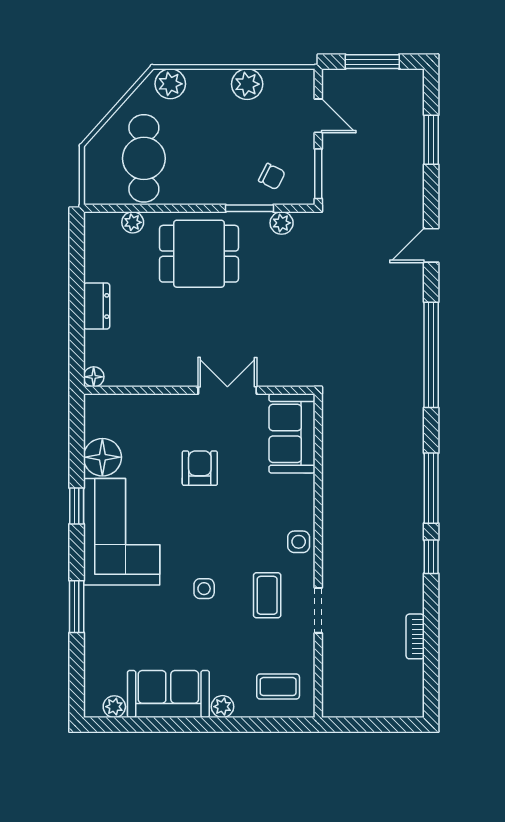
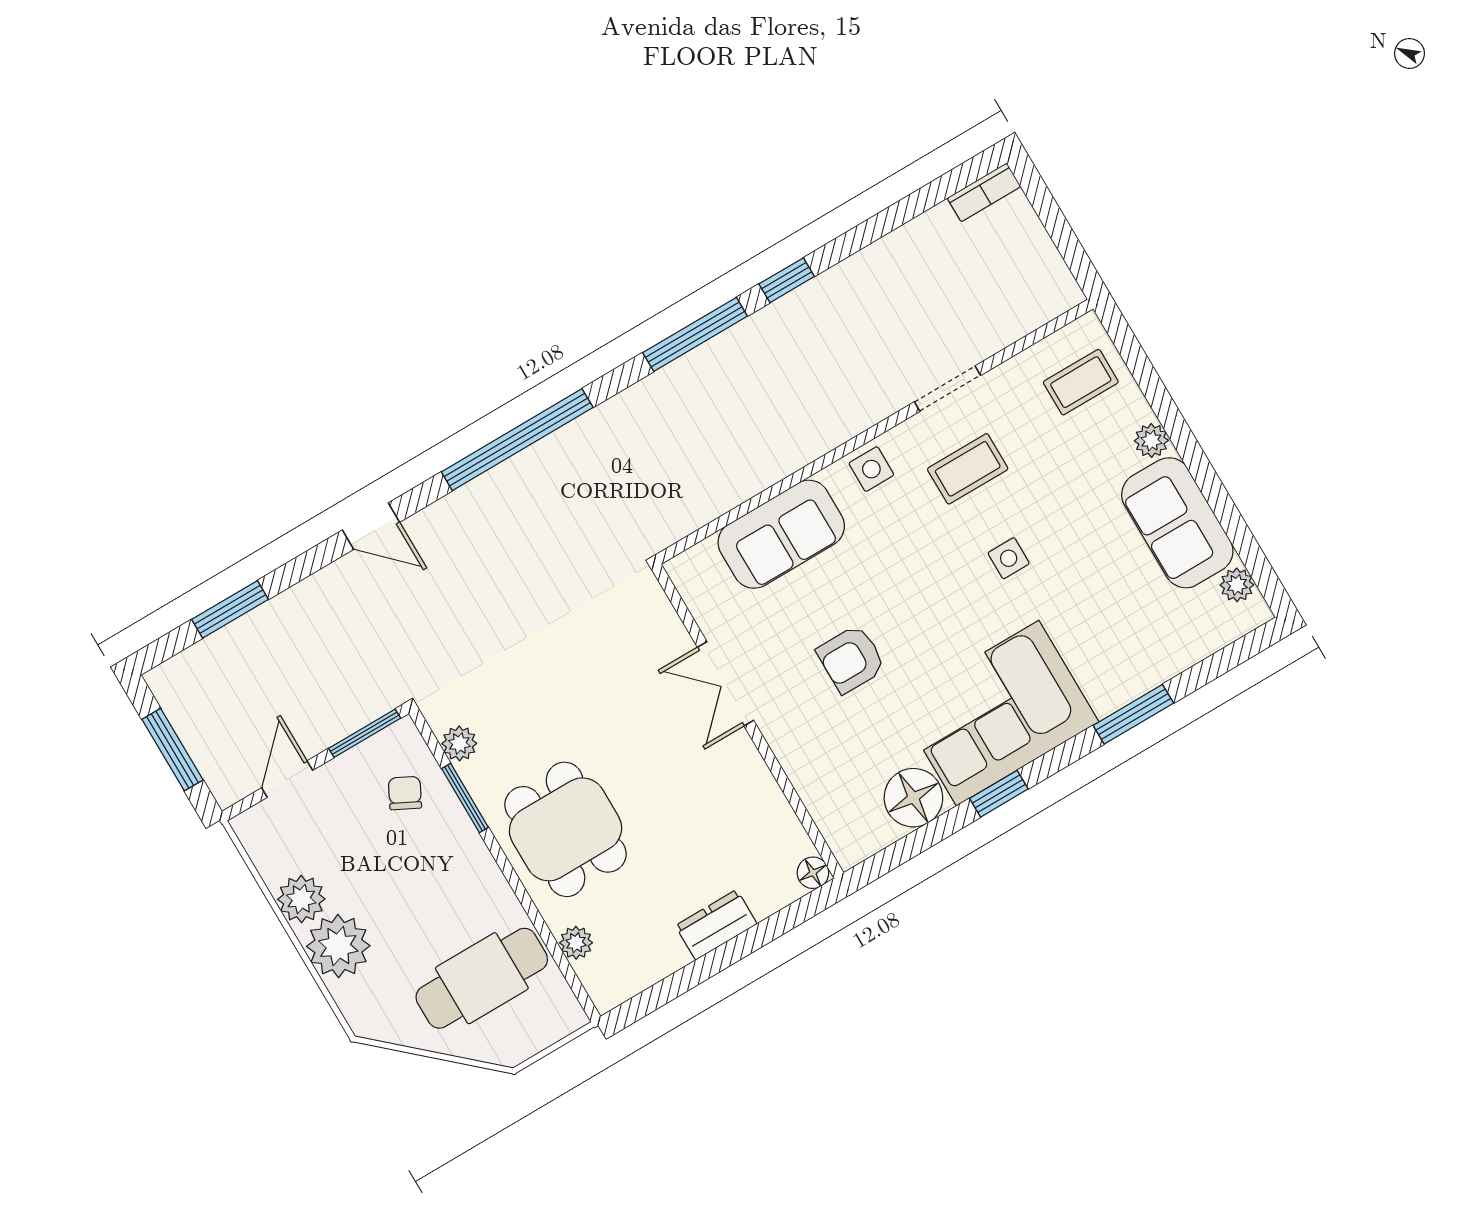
plant: (170, 84) -> (338, 946), moved, width x1.36, depth x1.36
sofa: (292, 433) -> (781, 534), moved
bookcase: (415, 636) -> (984, 192), moved
coffee table: (278, 687) -> (1081, 382), turned 90

